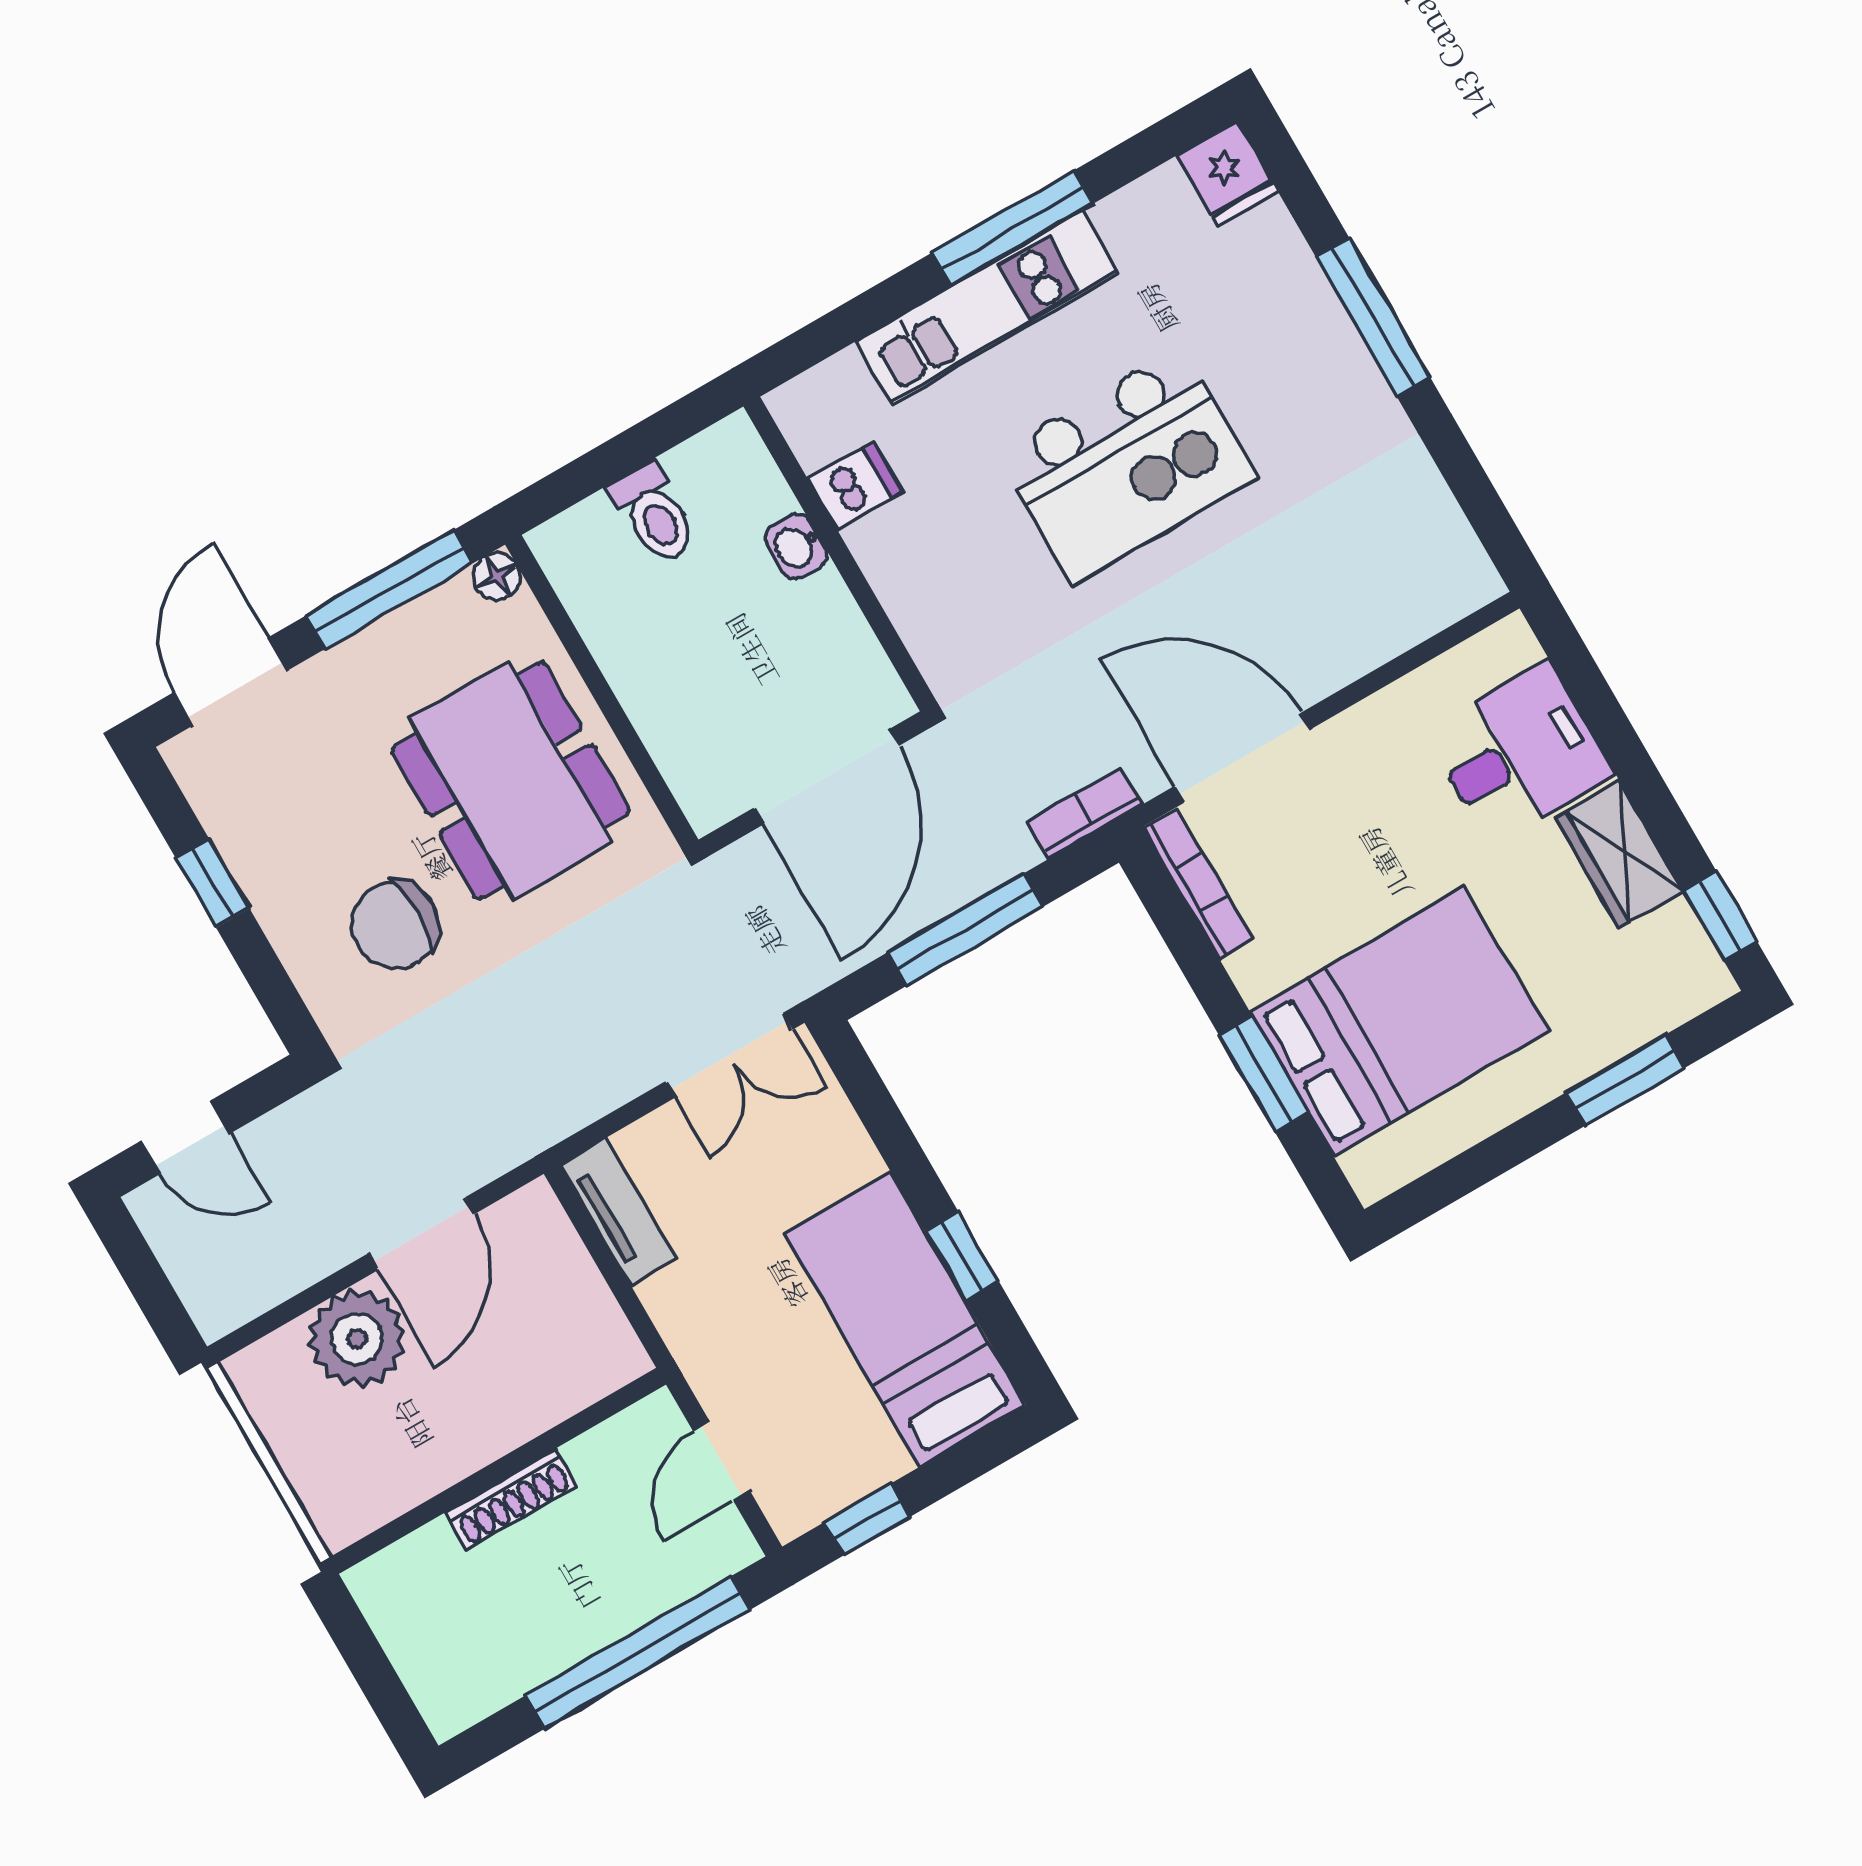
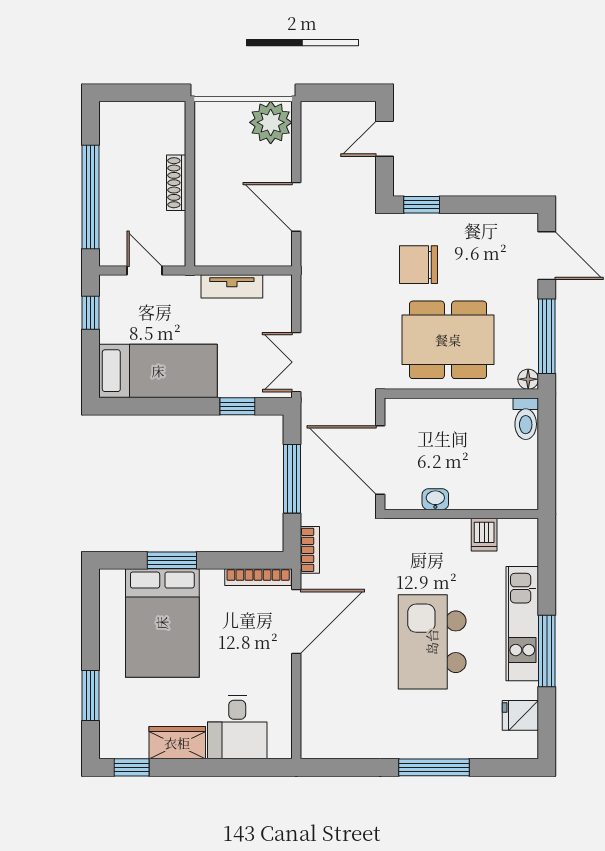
fridge: (1227, 173) -> (520, 715), moved
toilet: (654, 513) -> (526, 419), moved, turned -90
washbasin: (796, 546) -> (435, 499), moved
window: (212, 883) -> (422, 205), moved
chair: (395, 925) -> (419, 265), turned -90
tv unit: (619, 1211) -> (232, 286), moved
window: (962, 1257) -> (237, 406), moved
plant: (357, 1339) -> (271, 122), moved

